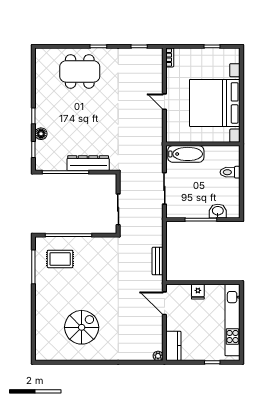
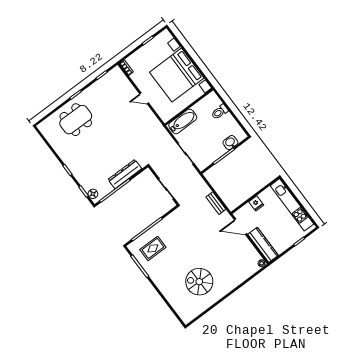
floor lamp: (41, 134) -> (93, 194), moved
spiral stairs: (82, 327) -> (199, 282), turned -90
kitchen counter: (173, 346) -> (263, 245), width x1.50

